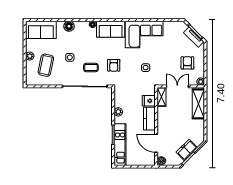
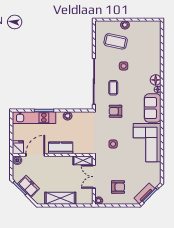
floor lamp: (69, 26) -> (156, 80), moved
sofa: (41, 30) -> (152, 36), removed
double door: (177, 86) -> (94, 177), swing flipped
fridge: (149, 101) -> (18, 147), moved
shelving: (198, 104) -> (60, 198), moved

